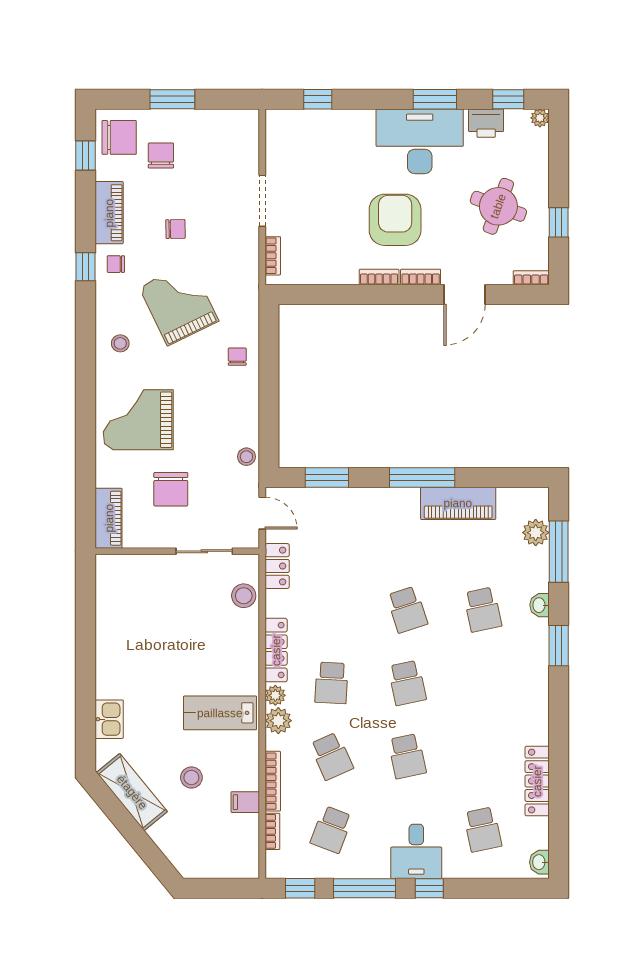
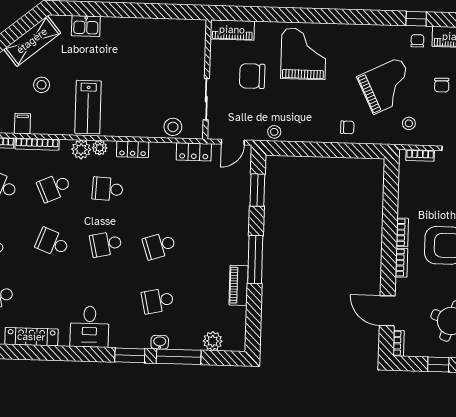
door: (465, 295) -> (387, 311), moved
stool: (120, 343) -> (409, 123), moved
piano: (458, 503) -> (239, 285), width x0.73, depth x0.75
window: (559, 552) -> (179, 357), moved
locker: (276, 650) -> (133, 149), width x0.66
desk: (521, 702) -> (90, 327), added
lab bench: (220, 713) -> (88, 107), turned 180
school desk: (407, 756) -> (52, 242), turned 33

